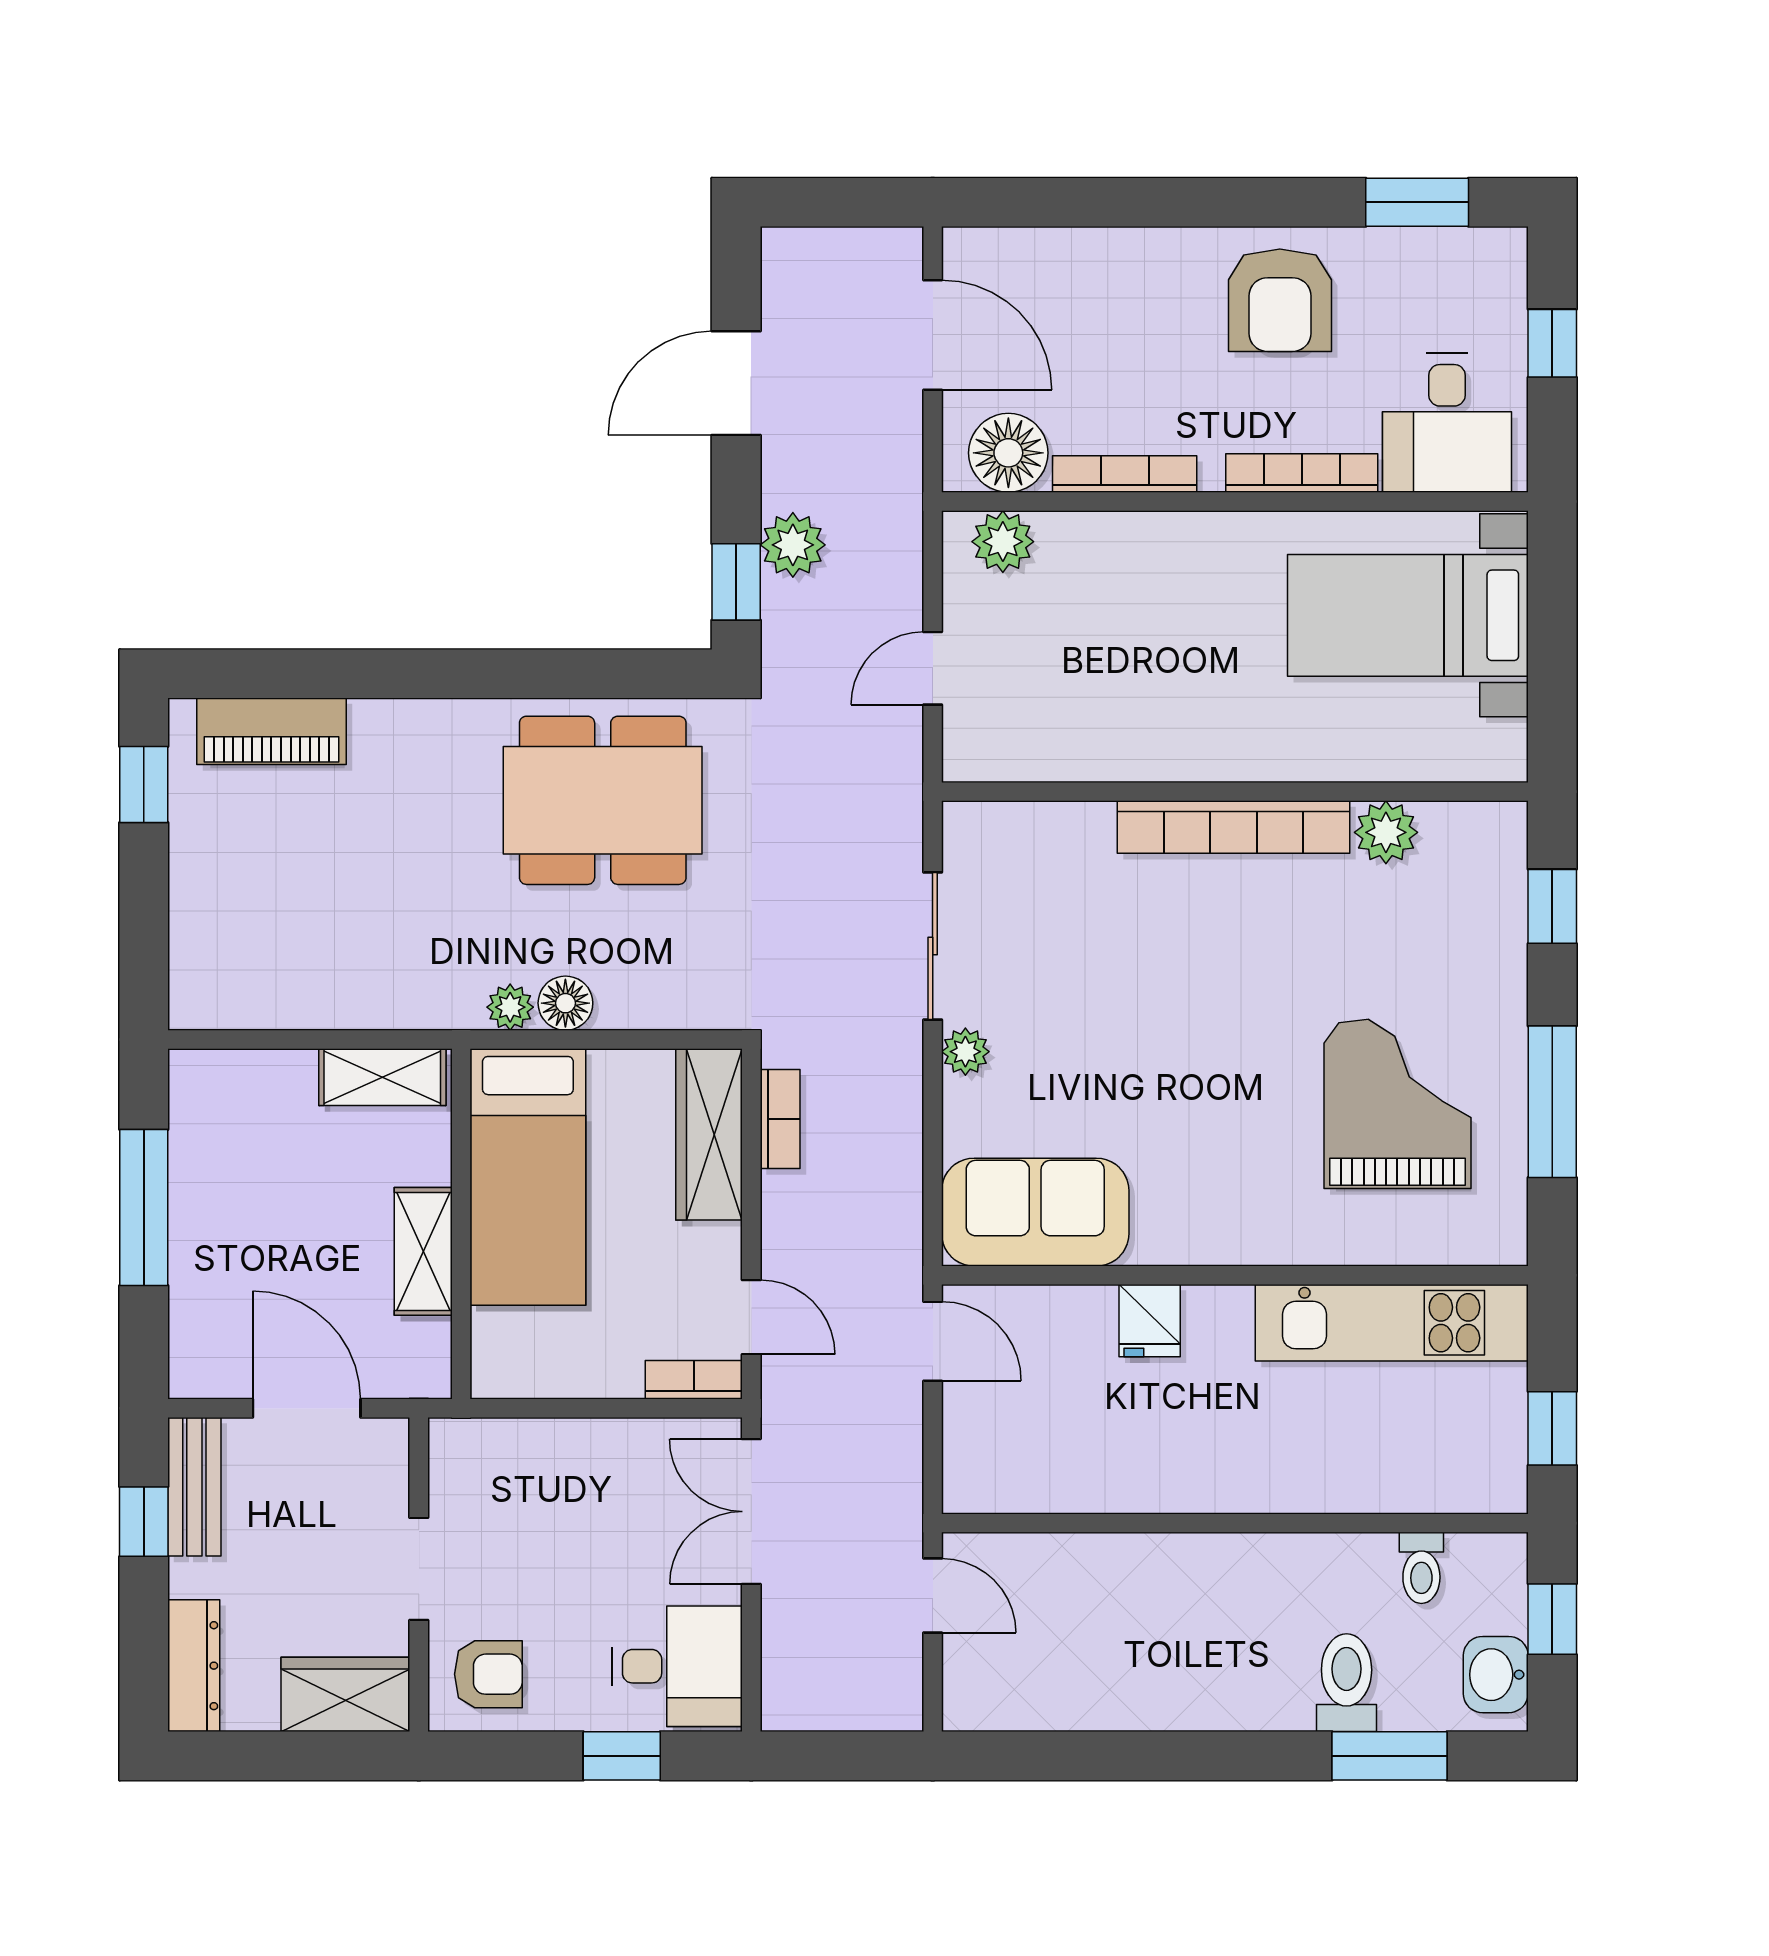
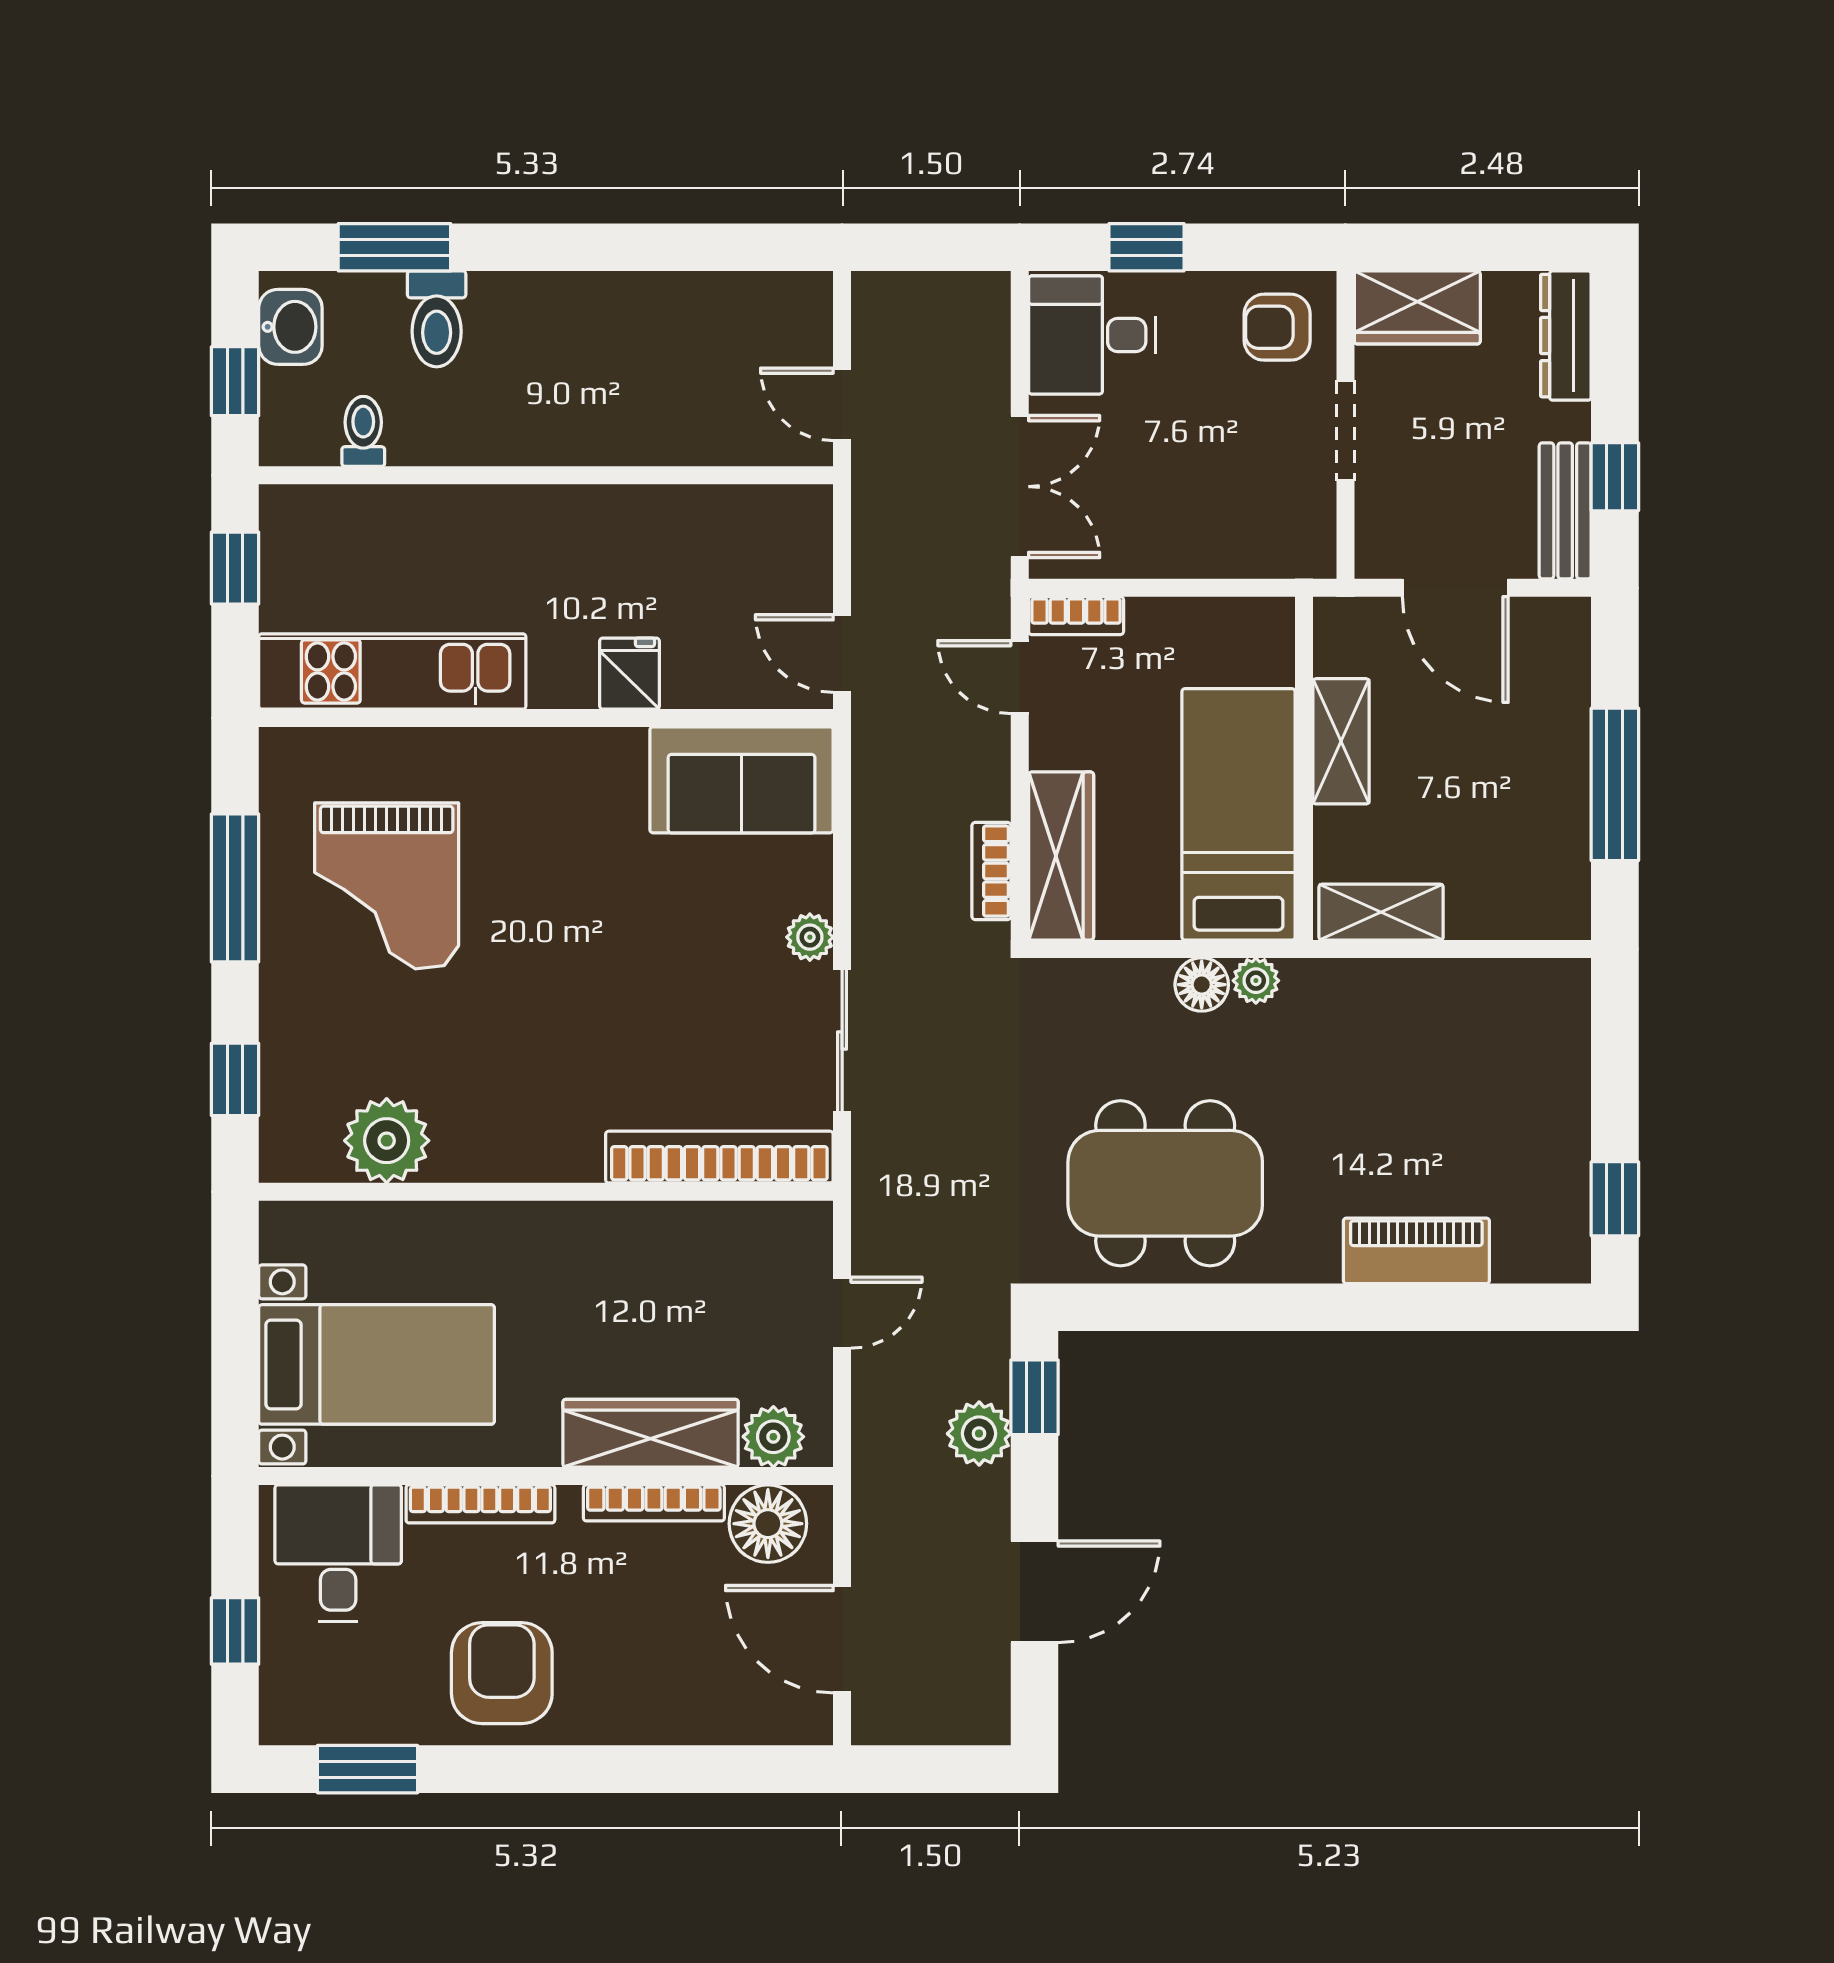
wardrobe: (1128, 545) -> (651, 1433), added
piano: (271, 731) -> (1416, 1251), moved
bookcase: (1233, 827) -> (719, 1157), moved
plant: (1386, 832) -> (387, 1141), width x1.36, depth x1.36

